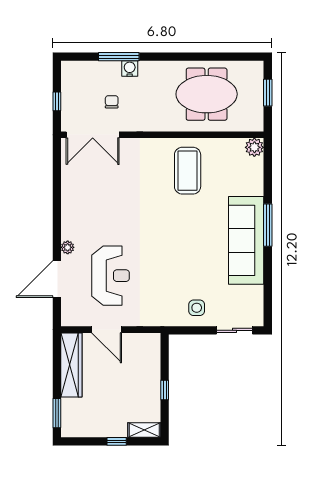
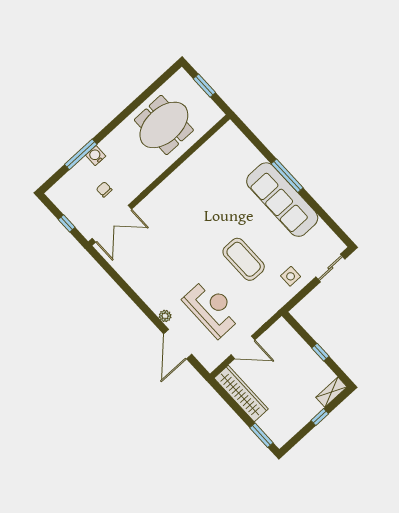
plant: (254, 147) -> (230, 131), removed
coffee table: (188, 171) -> (244, 259), moved

